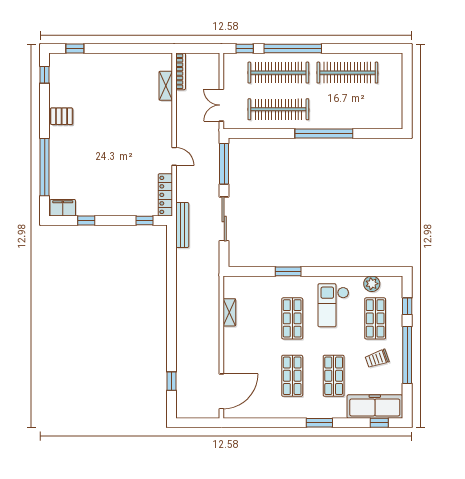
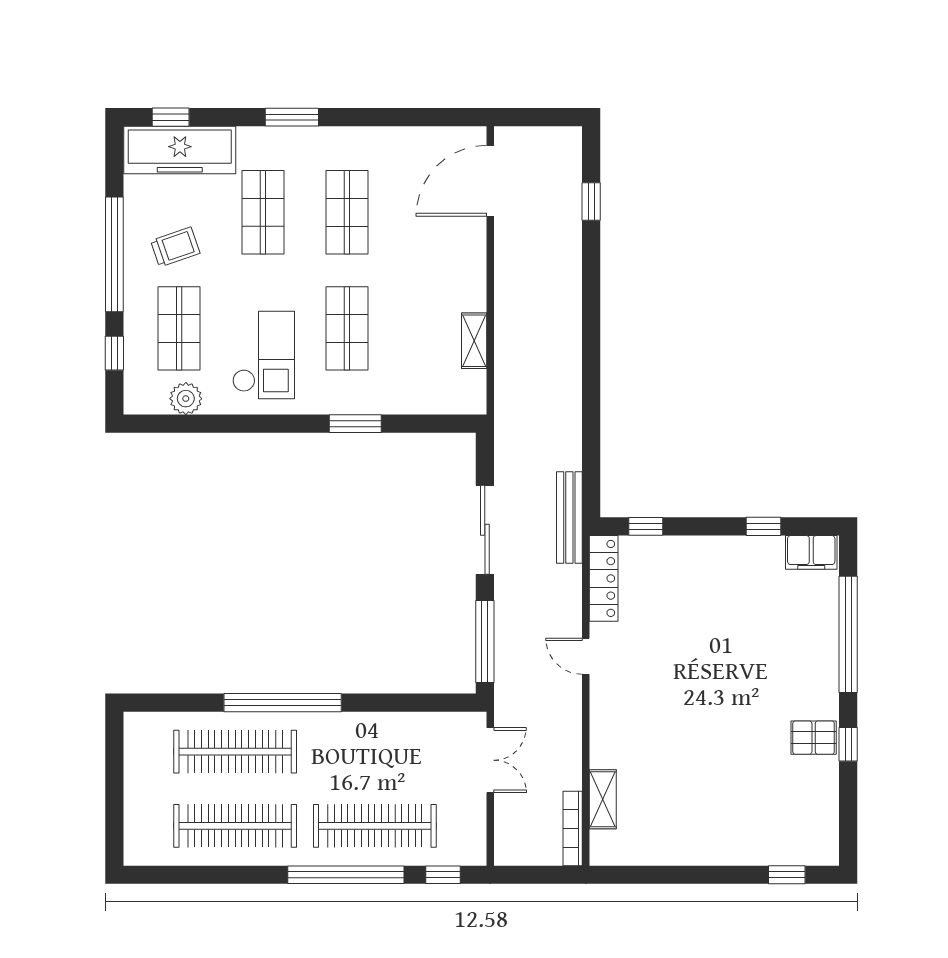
window: (45, 75) -> (848, 744), moved
clothes rail: (278, 109) -> (235, 752), moved

